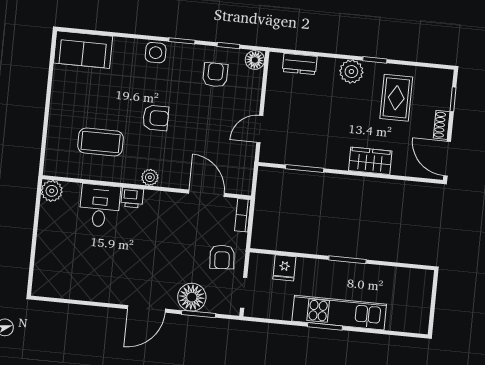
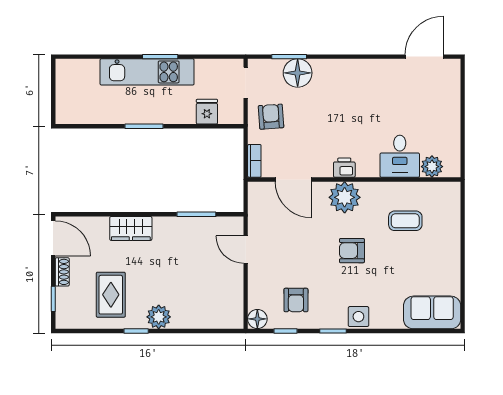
dresser: (300, 64) -> (212, 319), removed
door: (260, 129) -> (246, 250), swing flipped
coffee table: (101, 142) -> (405, 221), width x0.73, depth x0.77
plant: (150, 177) -> (345, 197), width x1.87, depth x1.87
plant: (52, 191) -> (432, 167), moved
printer: (132, 198) -> (344, 168), moved
door: (146, 309) -> (424, 57), moved

